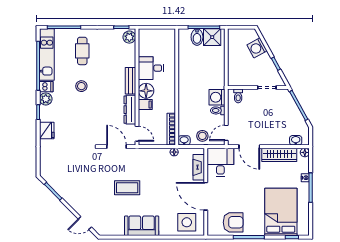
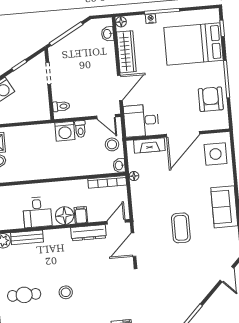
bench: (130, 81) -> (27, 237), moved

